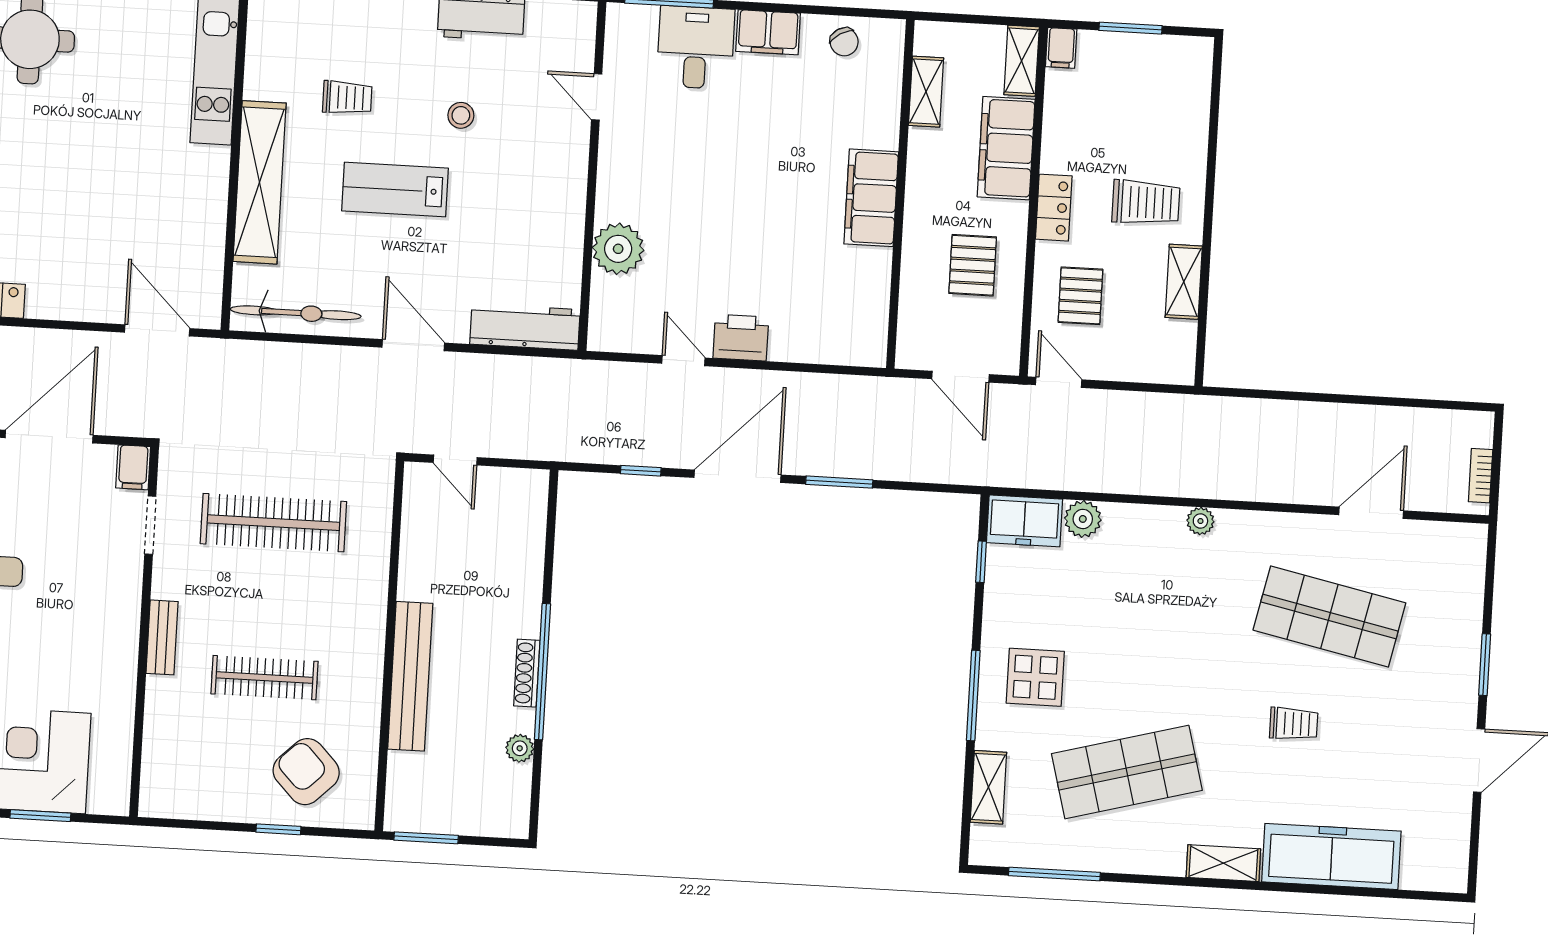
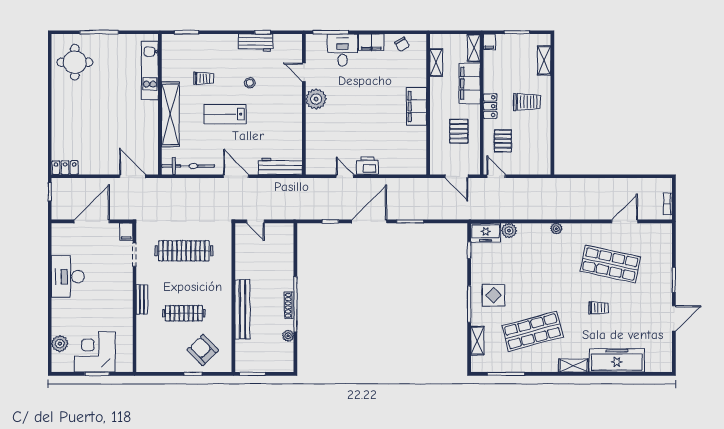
plant: (618, 249) -> (316, 99), moved
shelving: (1184, 282) -> (544, 61), moved

